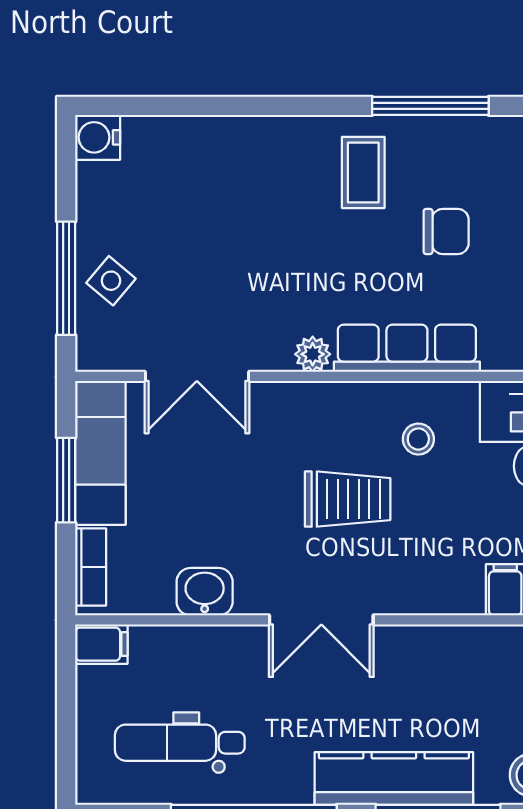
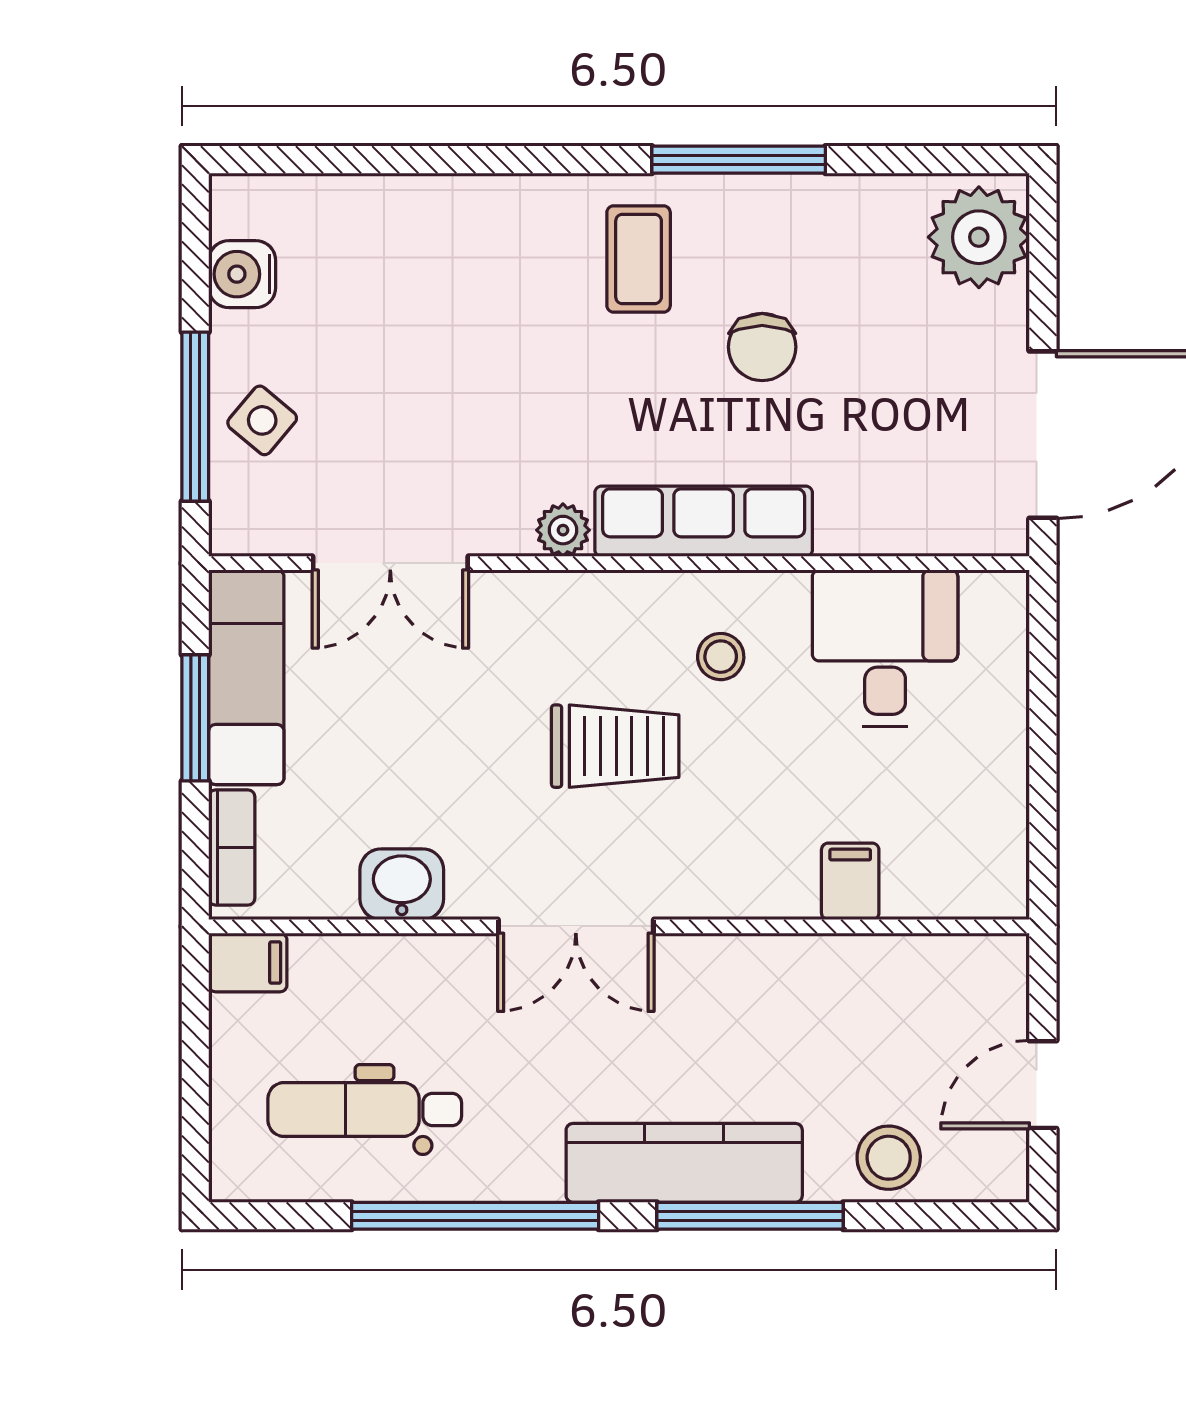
water cooler: (98, 137) -> (242, 274), moved
chair: (446, 231) -> (762, 347), turned 90

